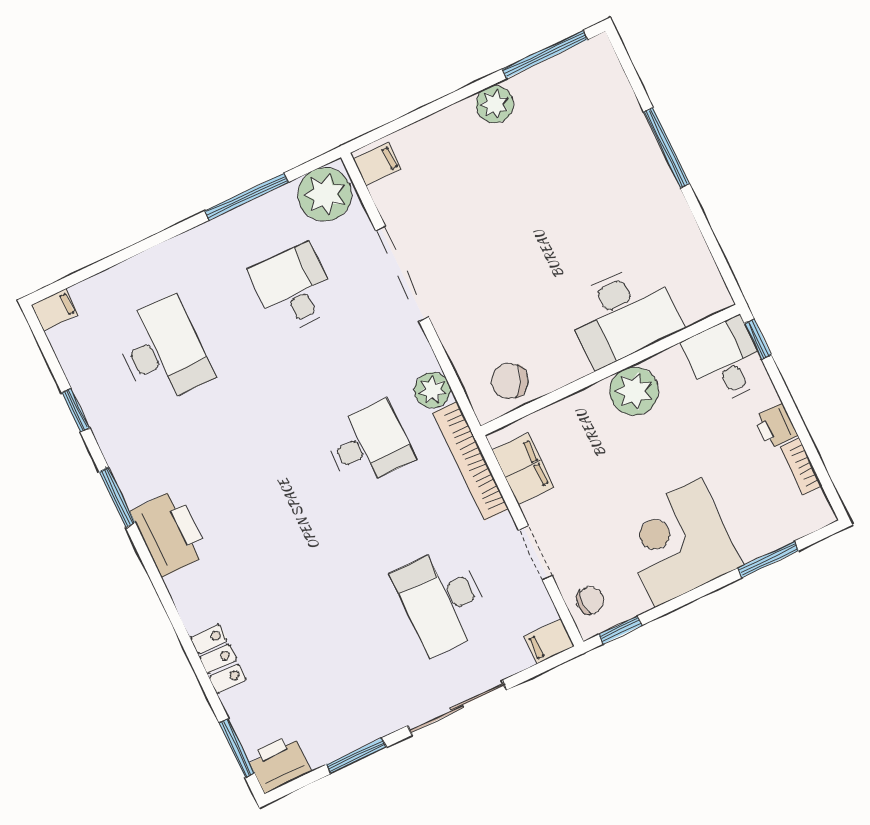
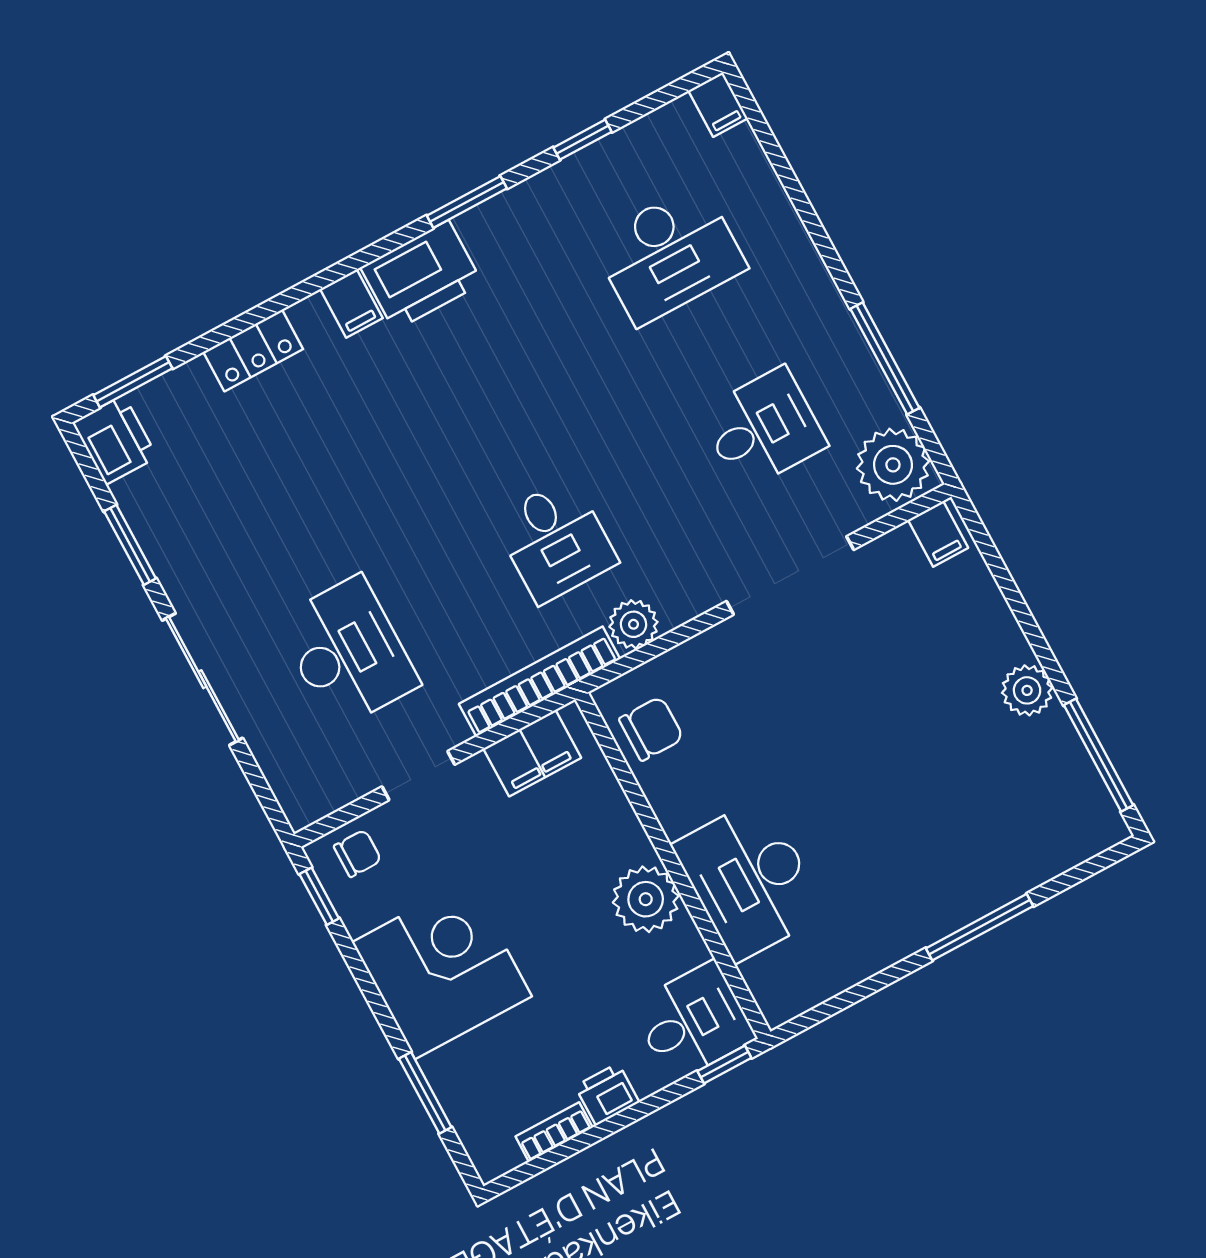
chair: (509, 381) -> (651, 729), turned 60
desk: (443, 600) -> (348, 652), turned 90
chair: (590, 600) -> (358, 853), turned -90
filing cabinet: (549, 641) -> (351, 304), moved, turned 180

